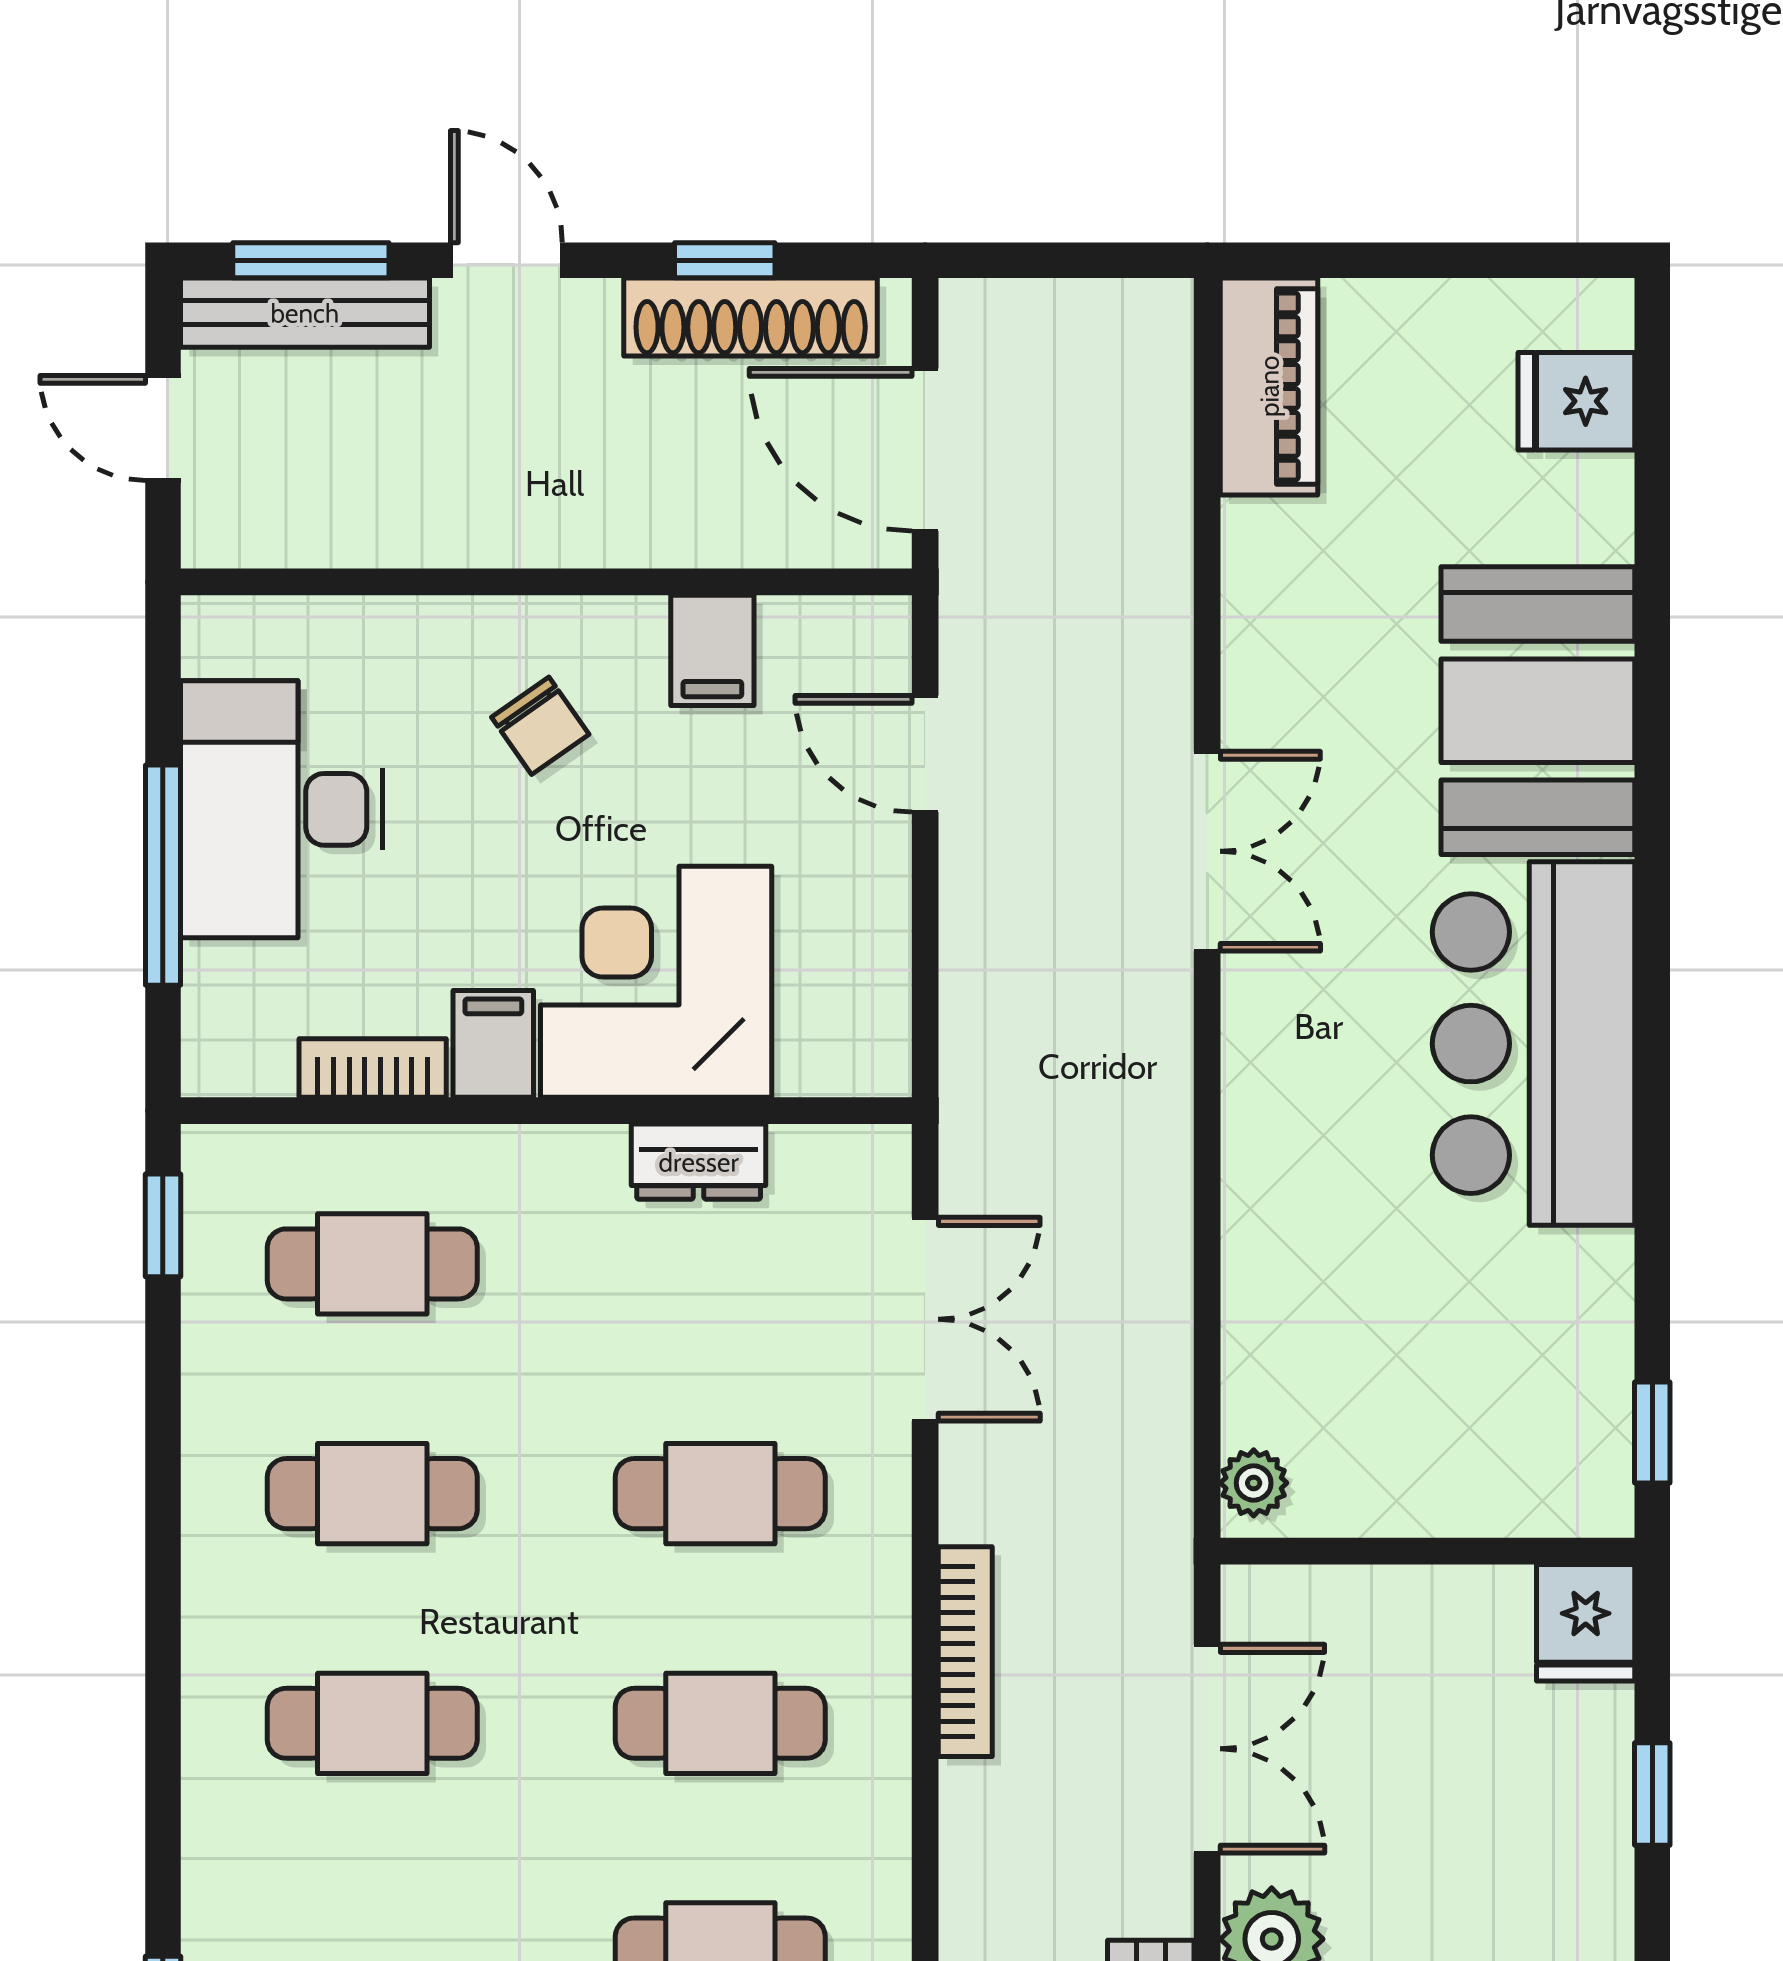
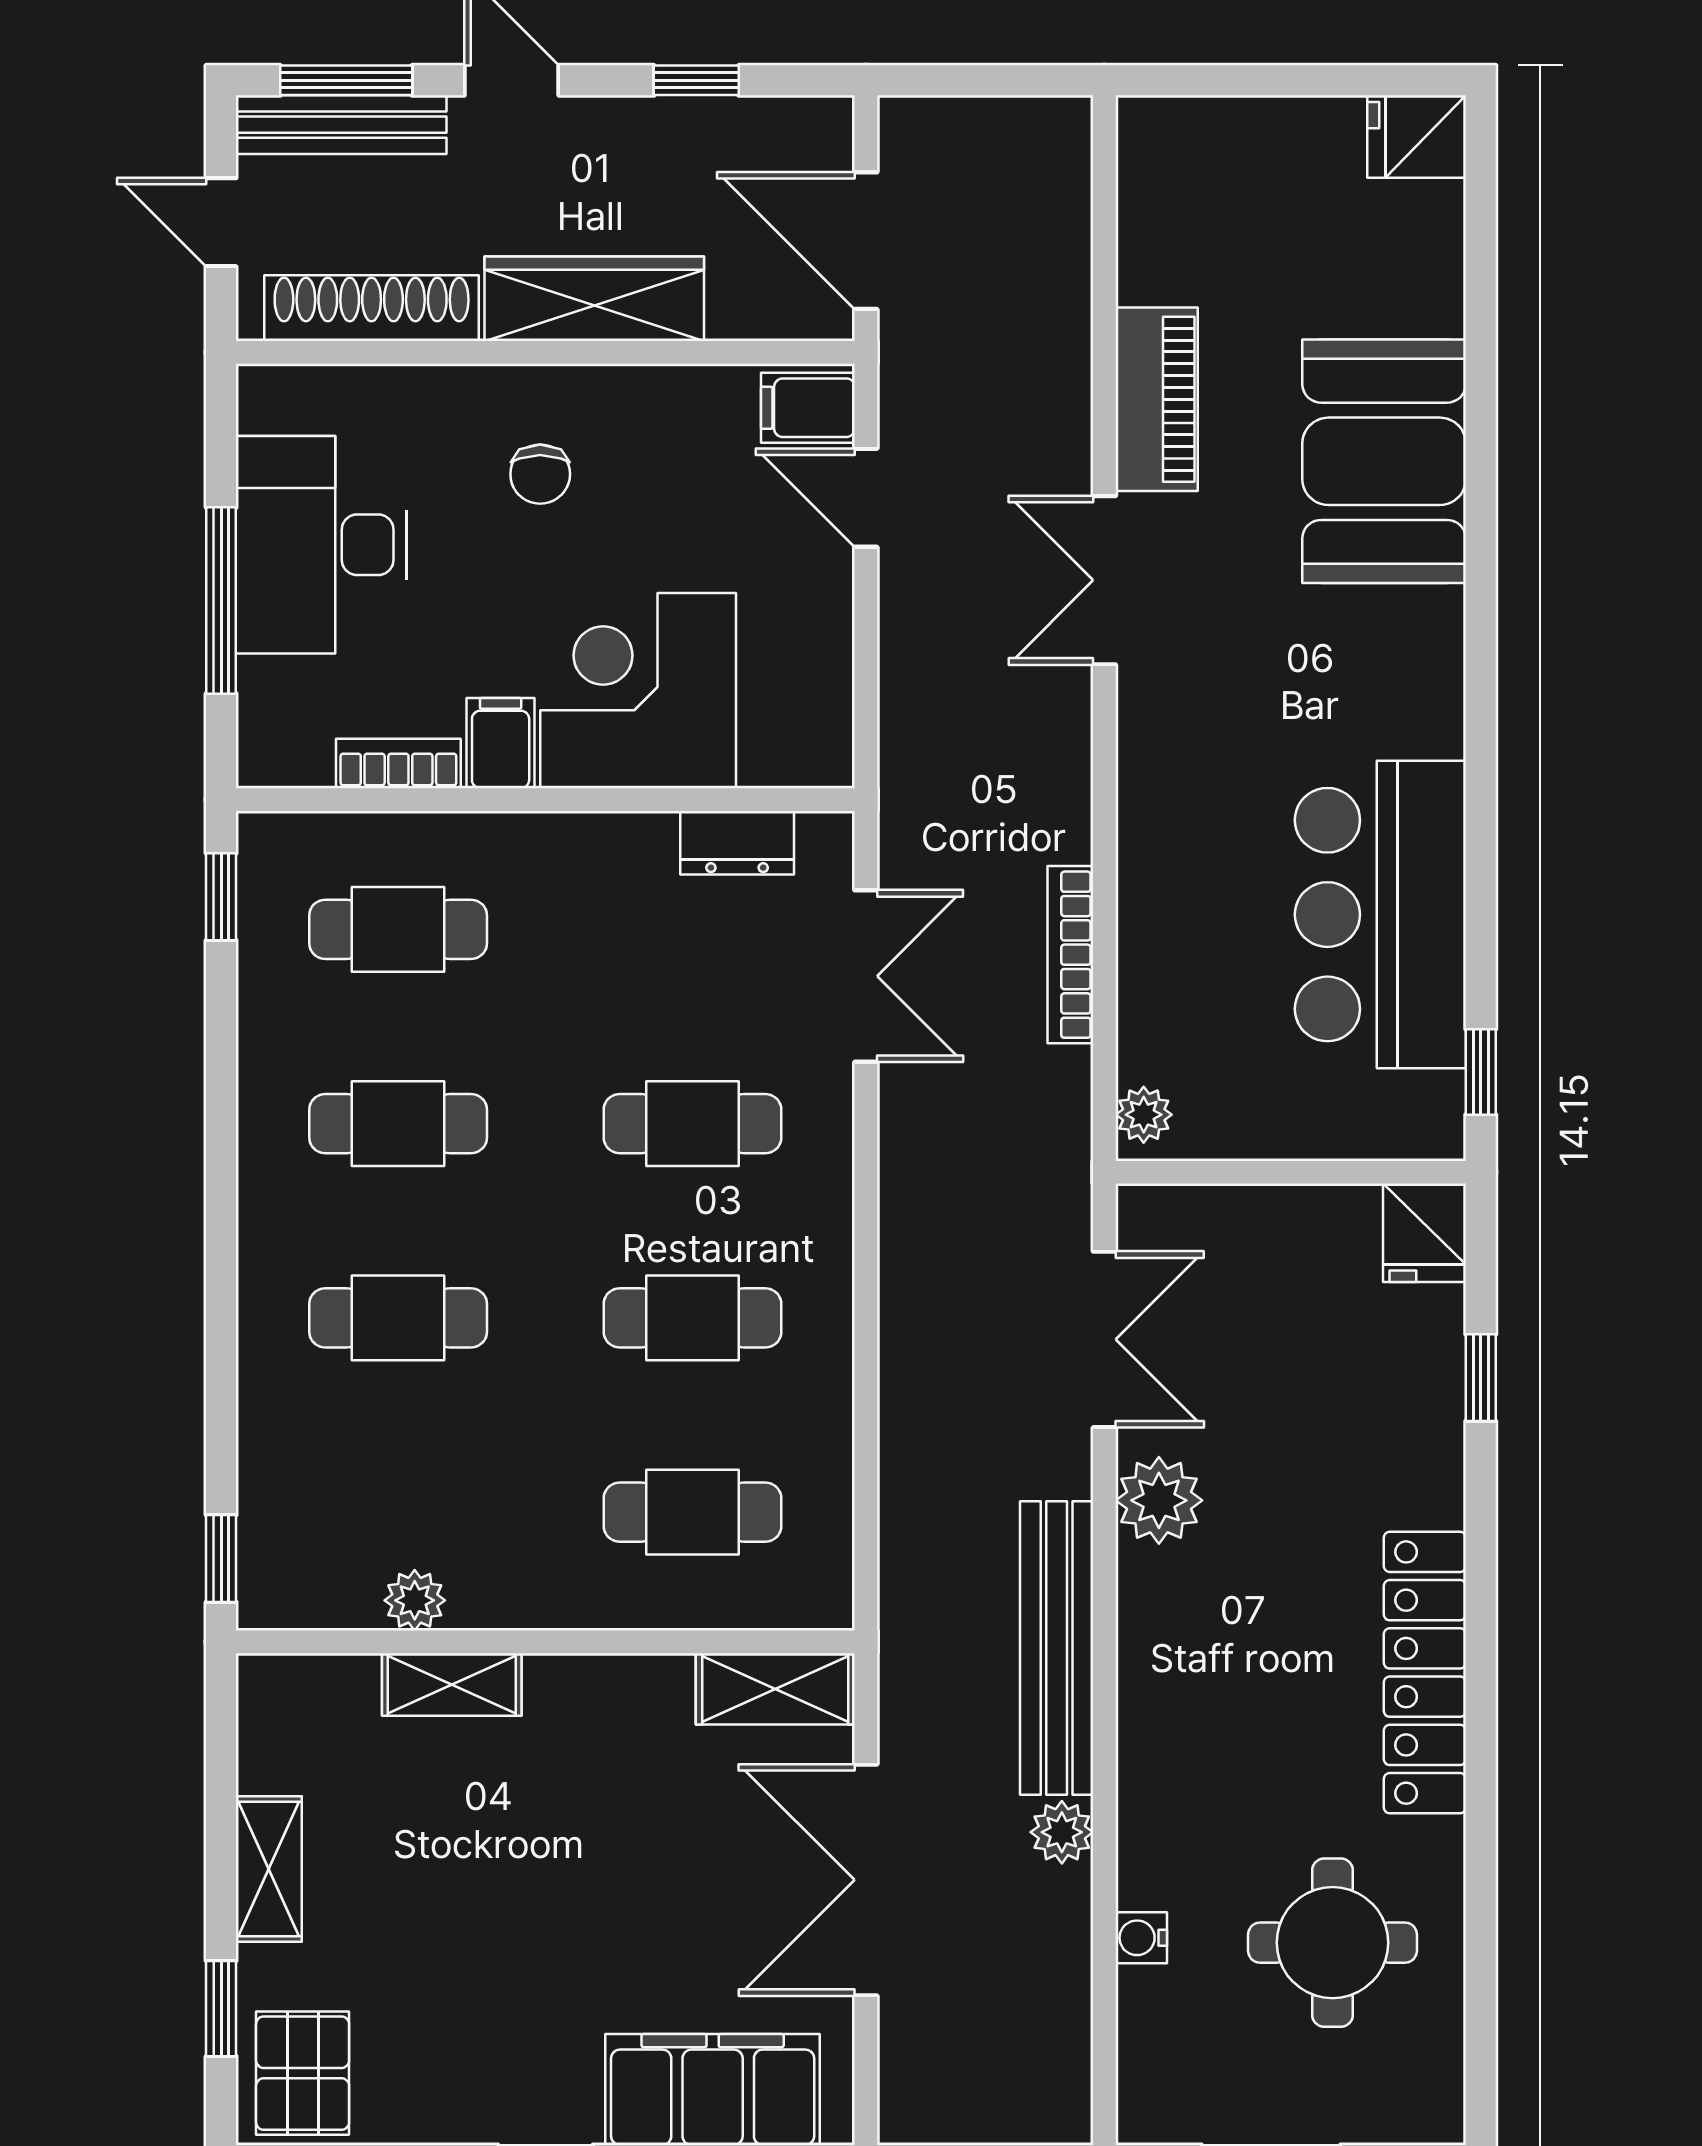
shoe rack: (751, 317) -> (372, 308), moved, turned 180
piano: (1269, 386) -> (1157, 399), moved
fridge: (1576, 401) -> (1417, 137), moved
wardrobe: (604, 519) -> (594, 299), added
filing cabinet: (712, 650) -> (808, 408), moved, turned 90
chair: (540, 726) -> (540, 474), turned 35
double door: (1207, 851) -> (1104, 580), swing flipped
bar counter: (1534, 1044) -> (1380, 915), moved
dresser: (699, 1162) -> (737, 843), moved
bookcase: (965, 1652) -> (1070, 955), moved, turned 180

